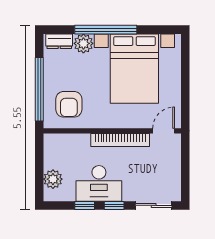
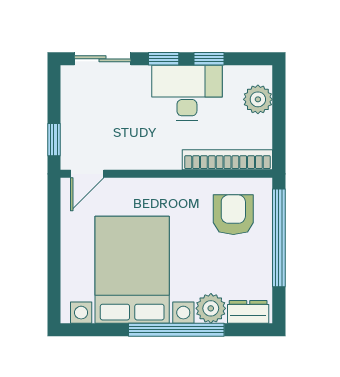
bookcase: (120, 140) -> (227, 160), moved
window: (185, 153) -> (54, 140), added

